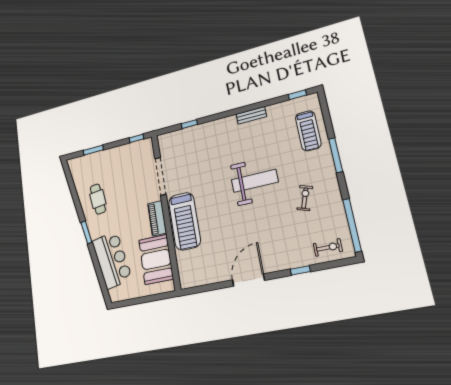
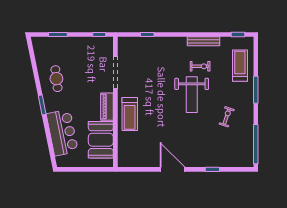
bench: (251, 115) -> (203, 41), width x1.36
treadmill: (308, 131) -> (240, 66), turned 180
weight bench: (255, 181) -> (192, 95), turned 90
treadmill: (185, 221) -> (130, 114), width x0.73, depth x0.73
exercise bike: (328, 247) -> (200, 66), moved
door: (248, 280) -> (172, 169), hinge flipped

